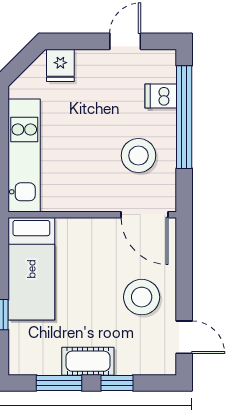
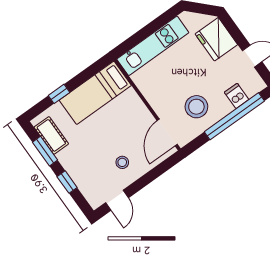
fridge: (60, 65) -> (216, 39), width x1.88, depth x1.34
stool: (142, 297) -> (122, 162), width x0.53, depth x0.53
cot: (88, 361) -> (51, 135), moved

